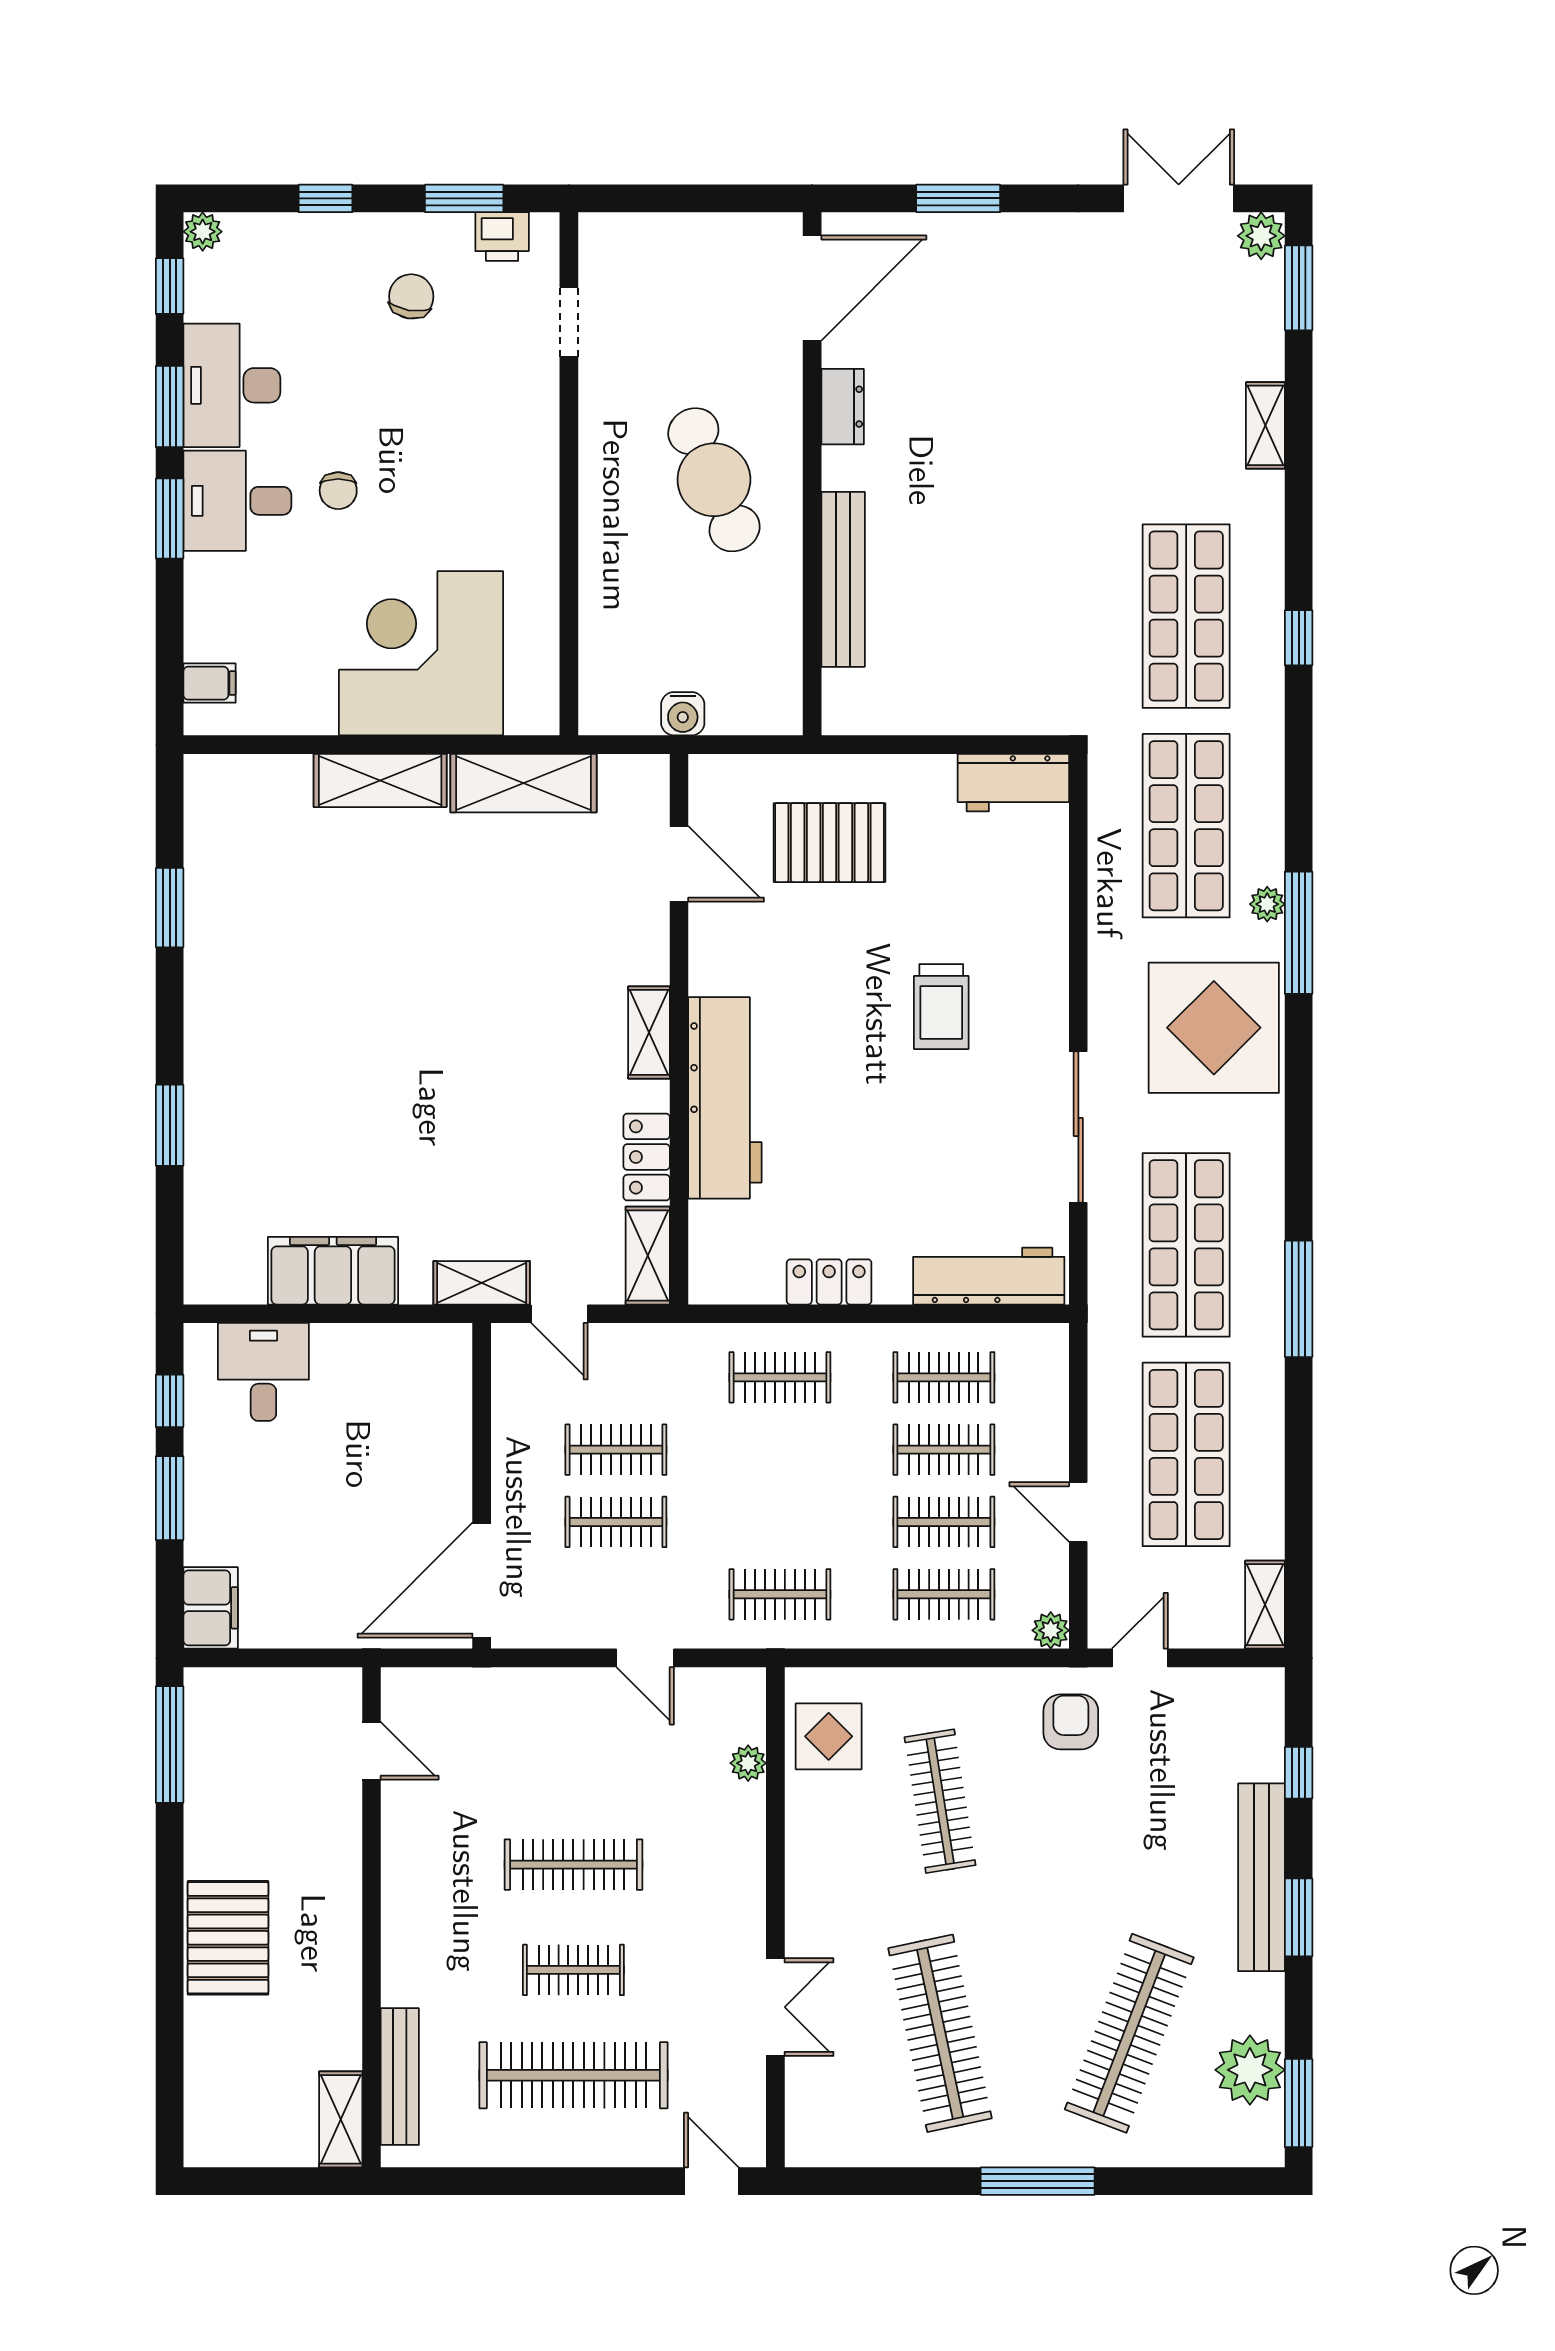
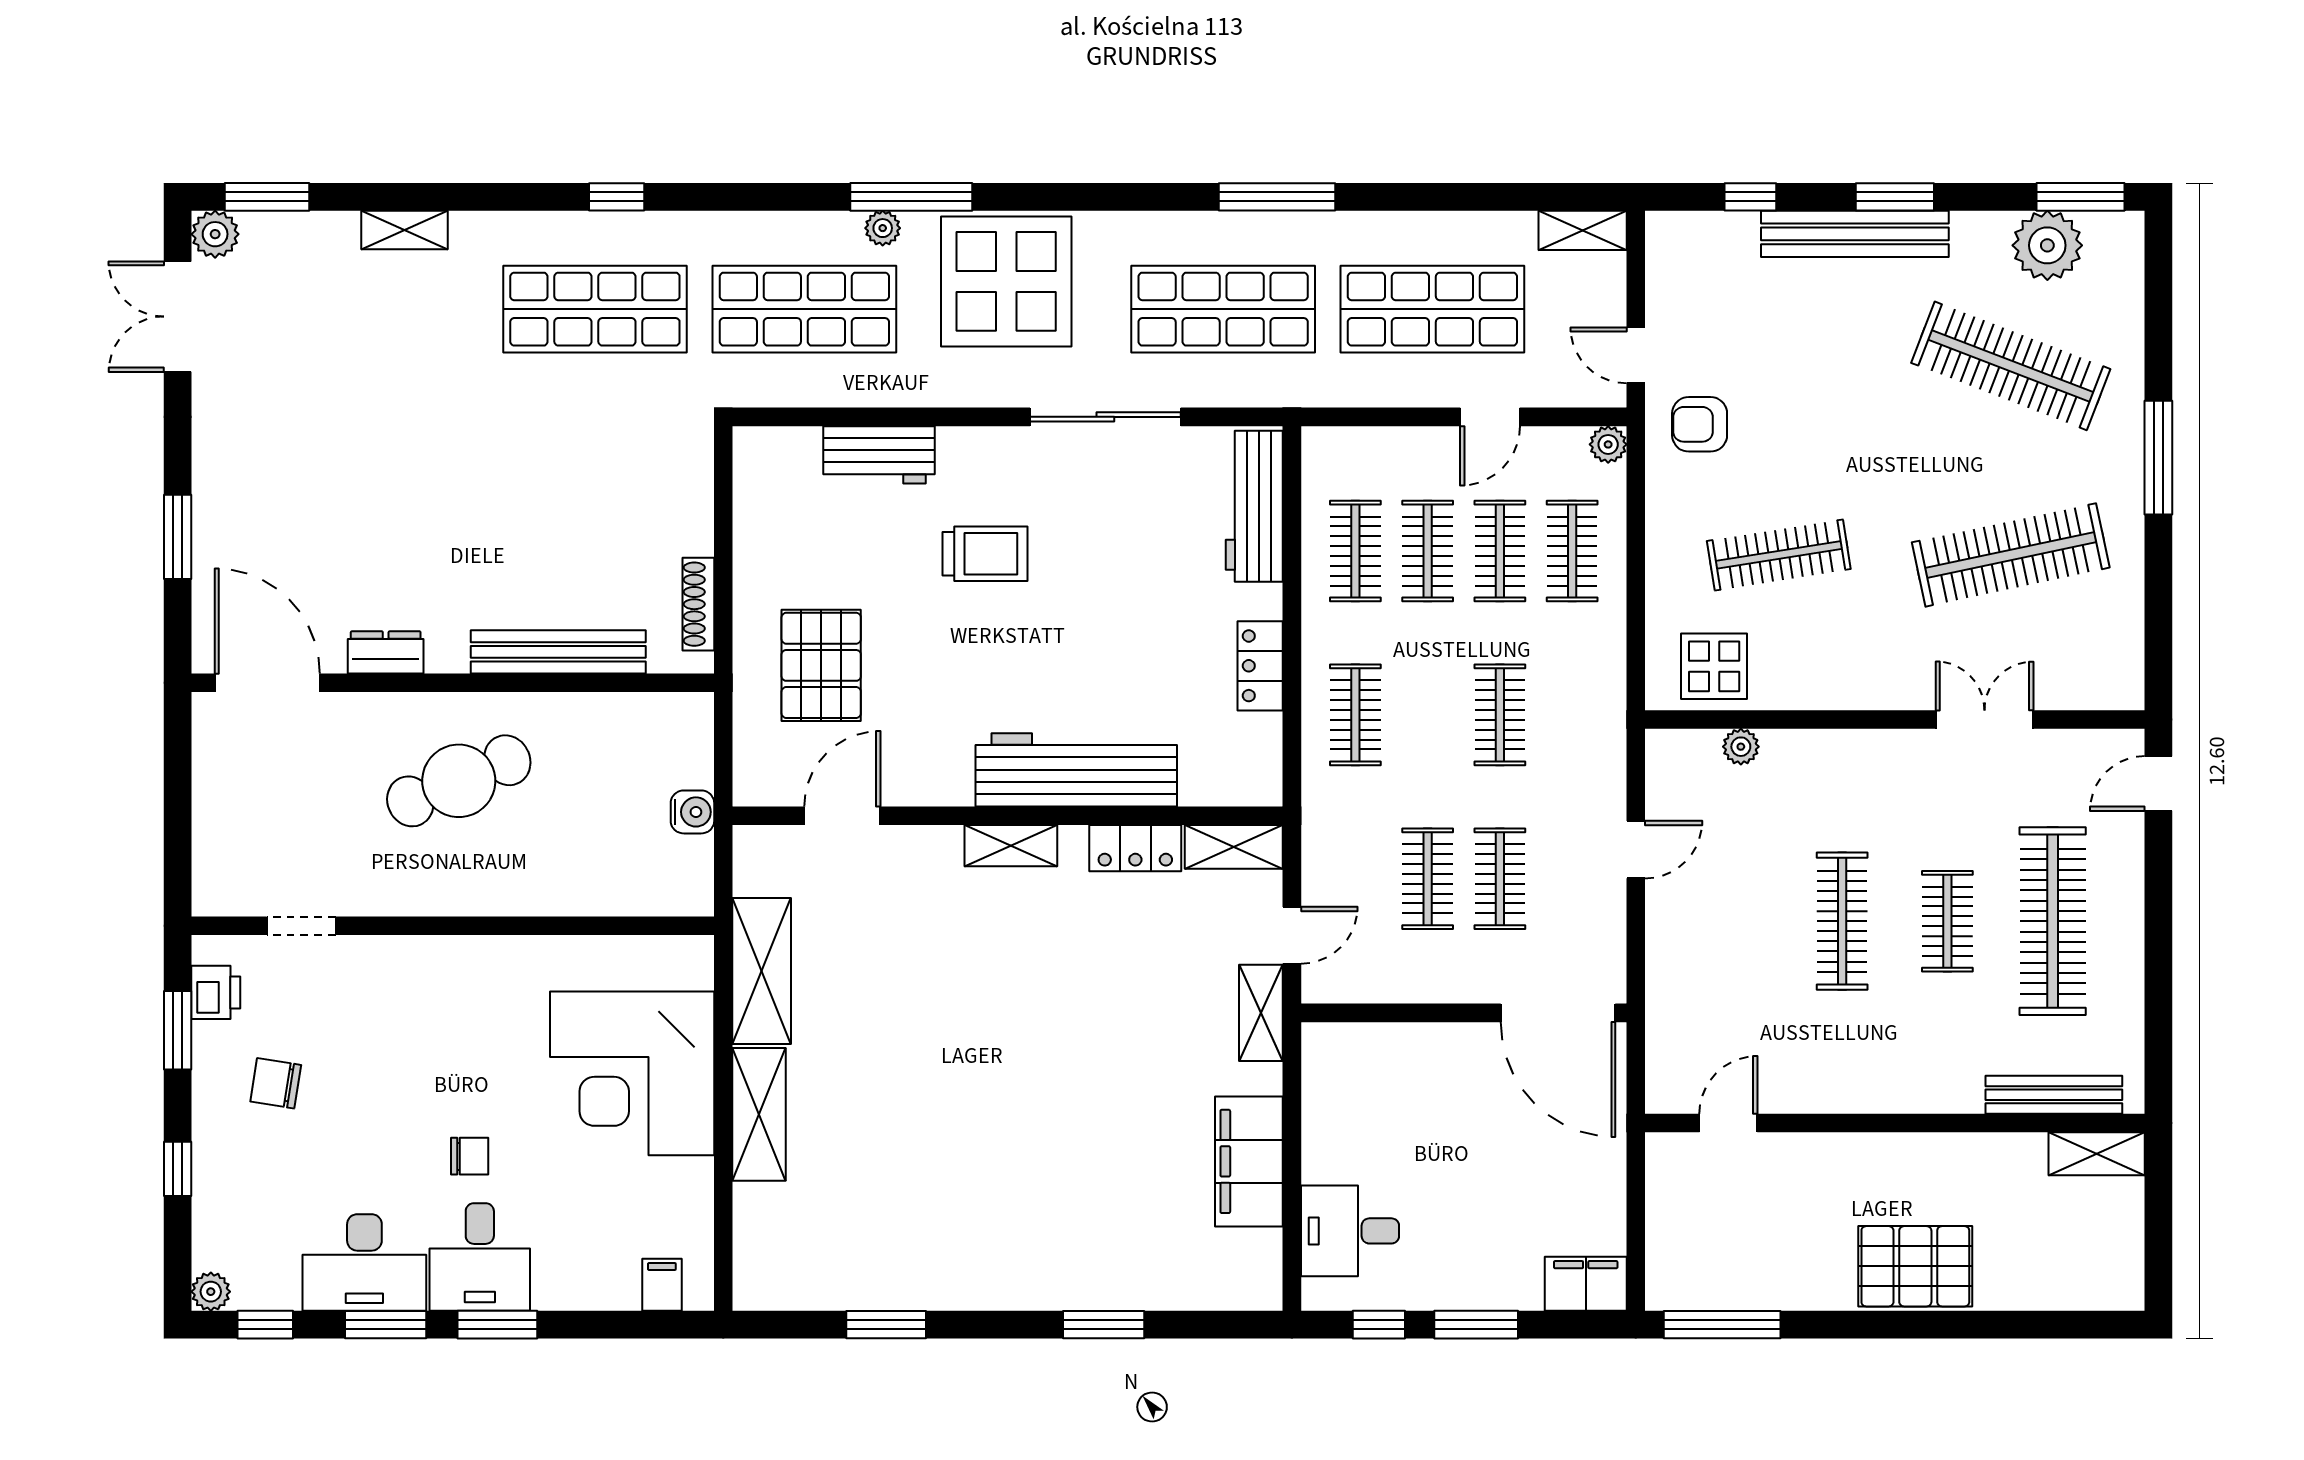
shoe rack: (891, 720) -> (698, 604), added
workbench: (1013, 783) -> (879, 455), moved, turned 90
clothes rail: (780, 1594) -> (1500, 715), moved

